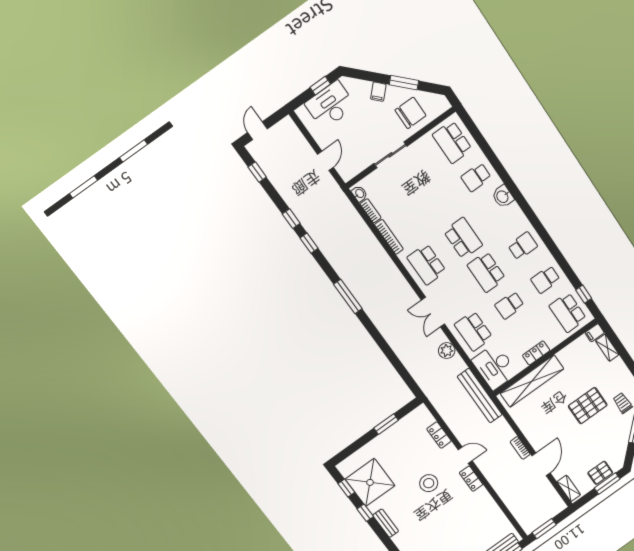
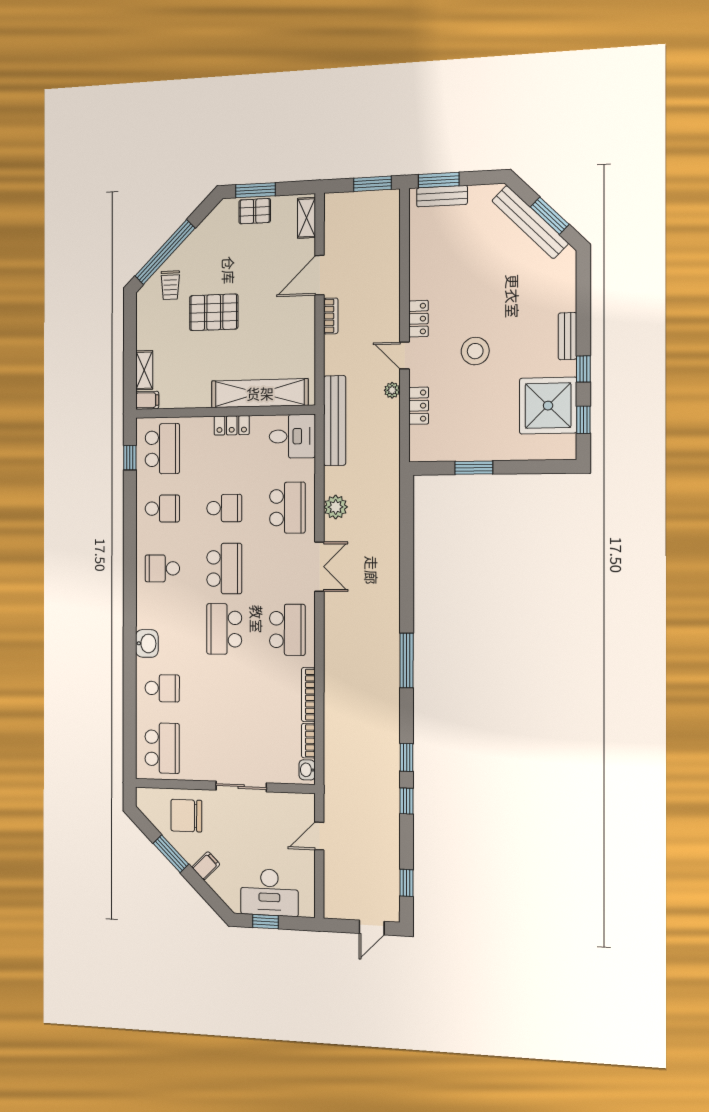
desk: (495, 367) -> (292, 436), width x0.73
plant: (459, 433) -> (392, 390), added

